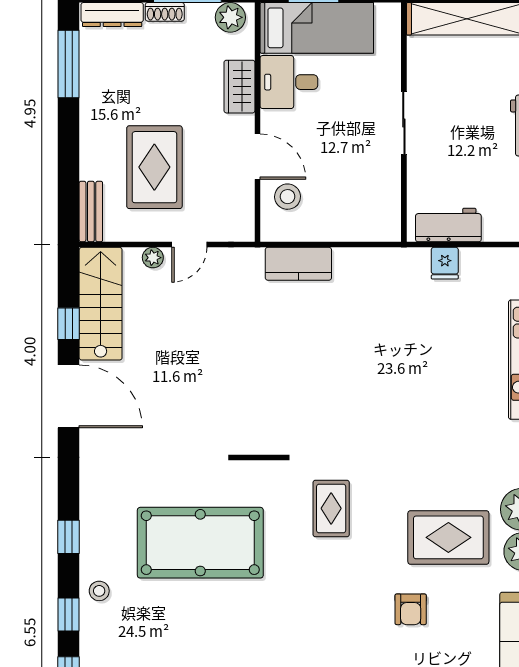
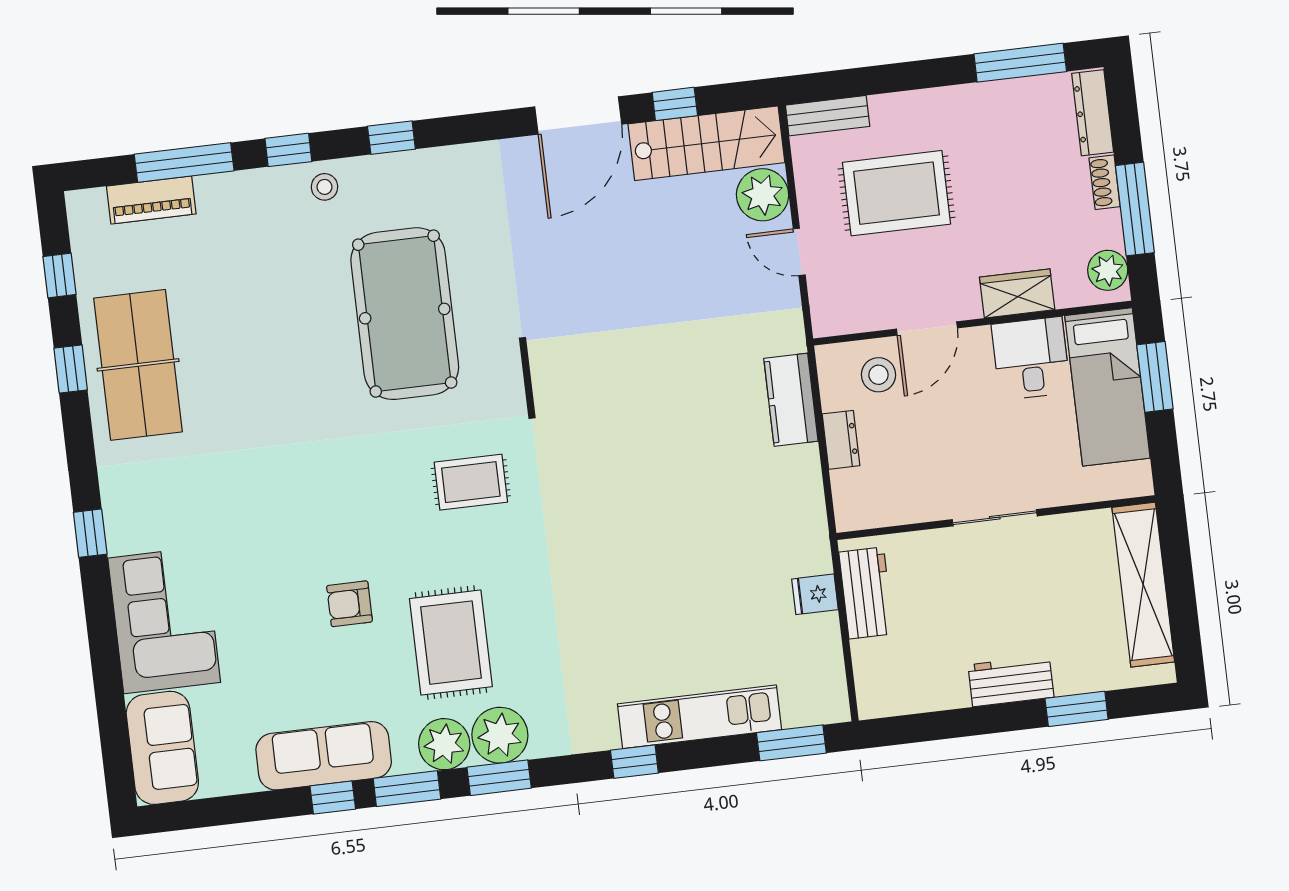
dresser: (333, 230) -> (841, 440), added
plant: (153, 258) -> (763, 195), width x1.88, depth x1.88

